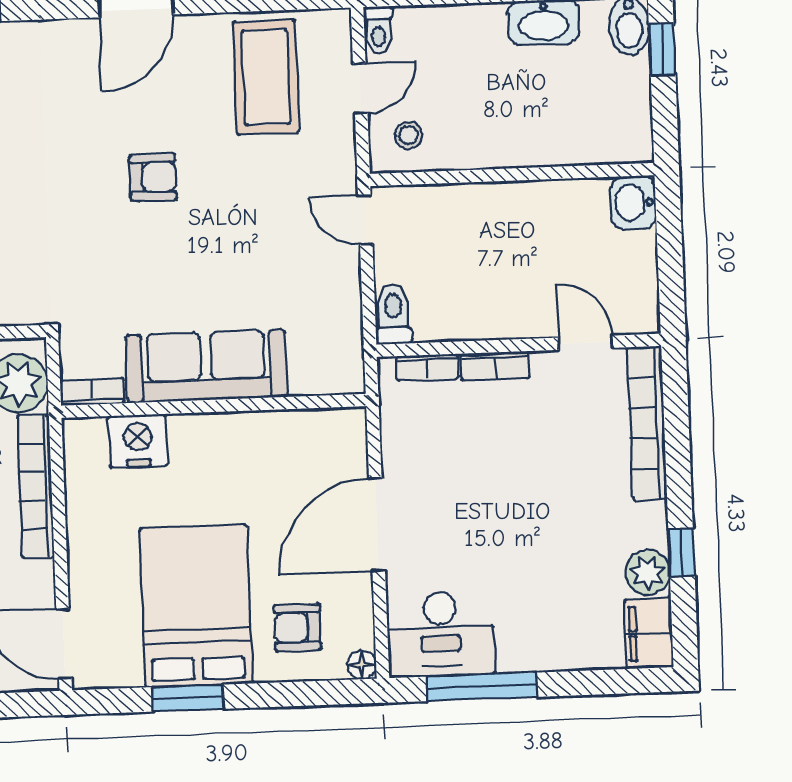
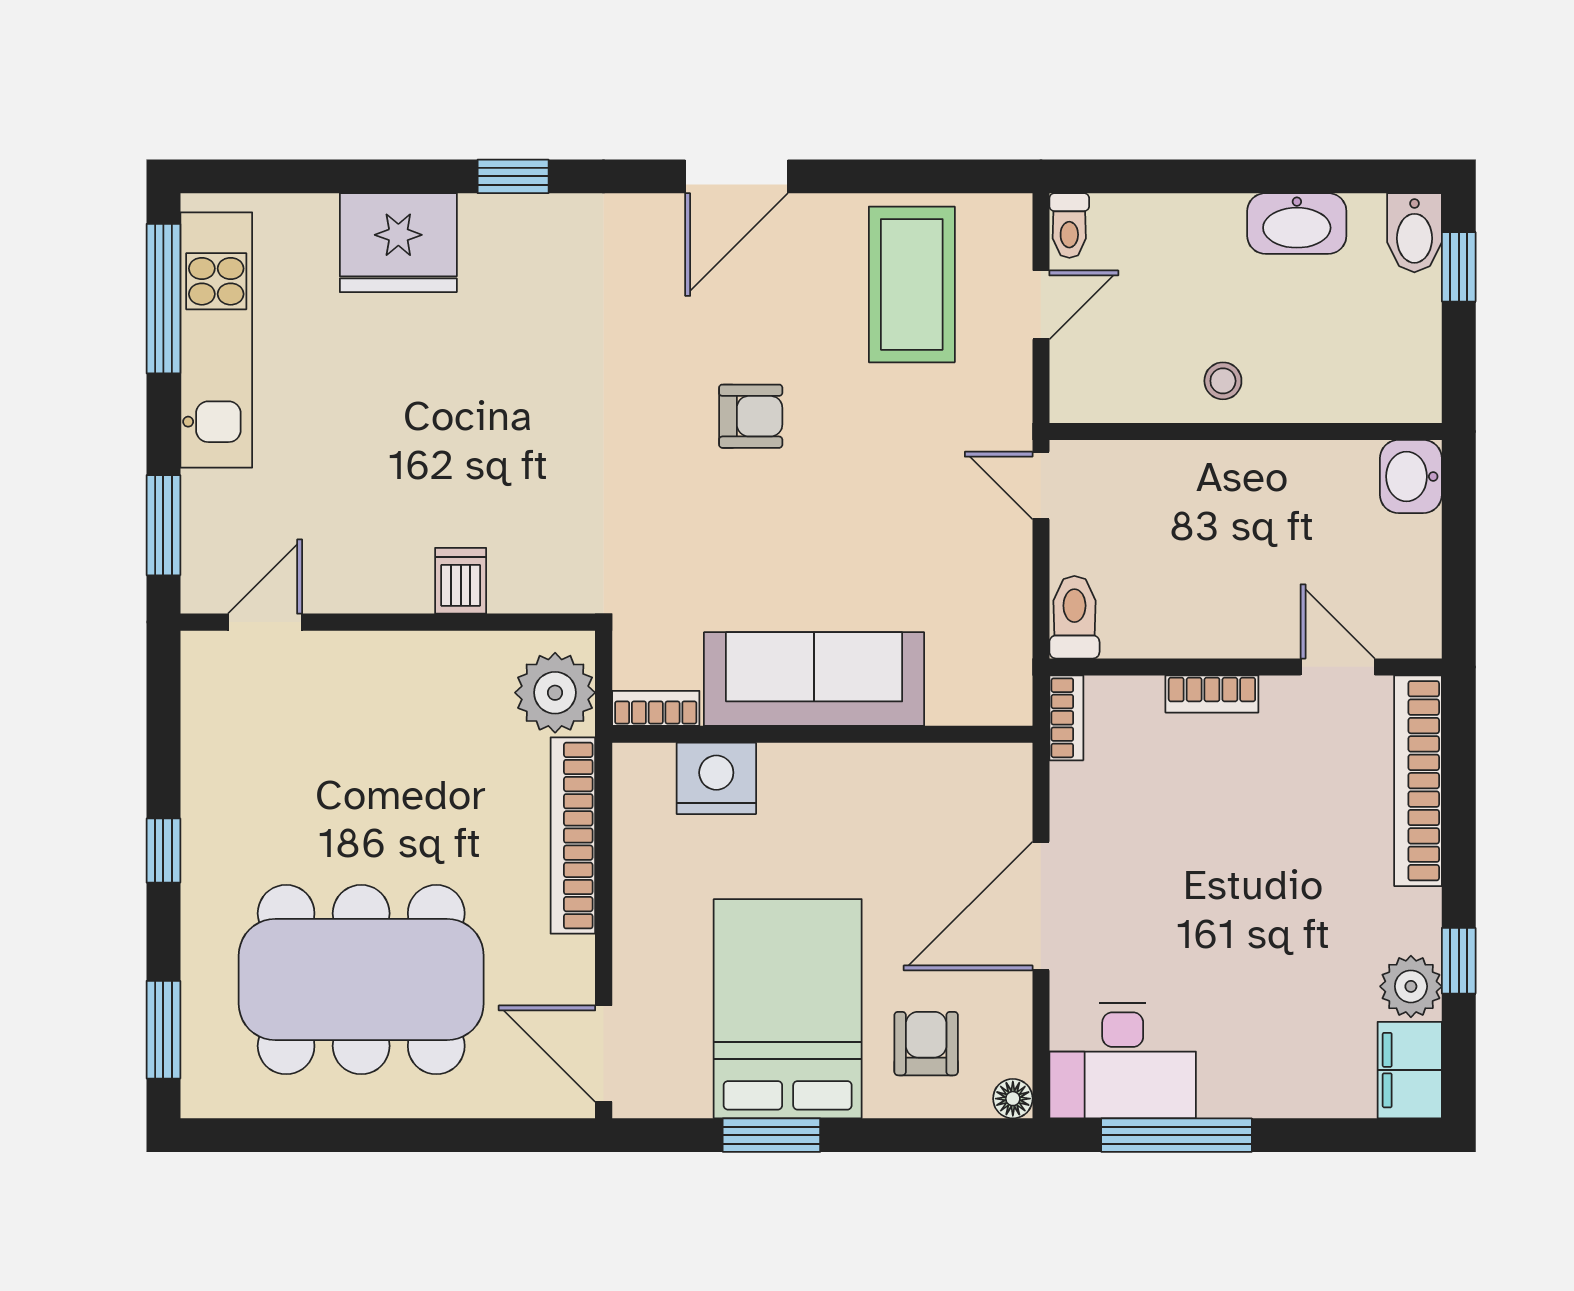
stool: (409, 135) -> (1223, 381), moved
bookcase: (427, 367) -> (1066, 718), moved, turned -90
armchair: (298, 627) -> (926, 1044), turned 90

